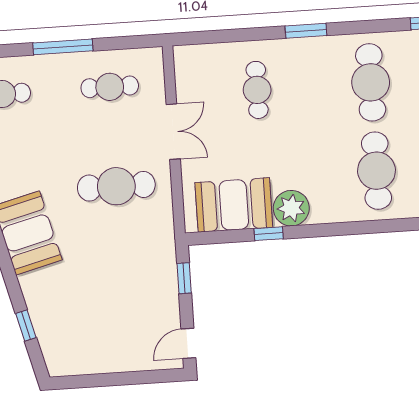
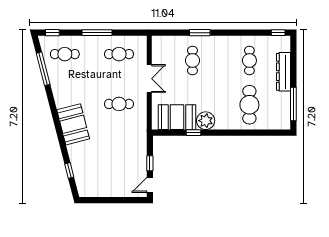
window: (306, 31) -> (200, 33), moved
cafe table: (371, 82) -> (249, 61), width x0.73, depth x0.74
cafe table: (116, 186) -> (119, 104), width x0.73, depth x0.74
window: (184, 278) -> (150, 163), moved

